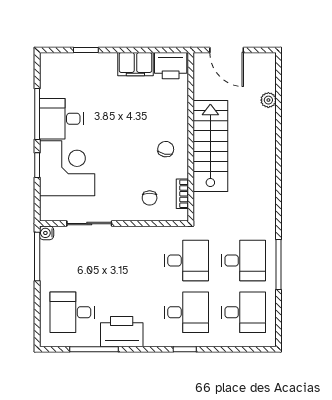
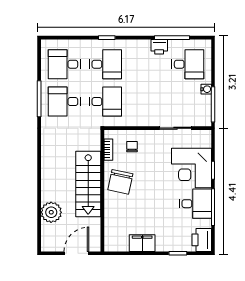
door: (227, 50) -> (76, 253), hinge flipped
printer: (171, 66) -> (202, 240), moved, turned -90
plant: (268, 100) -> (51, 212), width x1.88, depth x1.88
chair: (166, 149) -> (120, 182), width x1.87, depth x1.87
water cooler: (47, 233) -> (206, 89), moved
desk: (186, 260) -> (105, 102), turned 180
desk: (186, 312) -> (105, 64), turned 180
printer: (122, 332) -> (159, 47), width x0.53, depth x0.68

